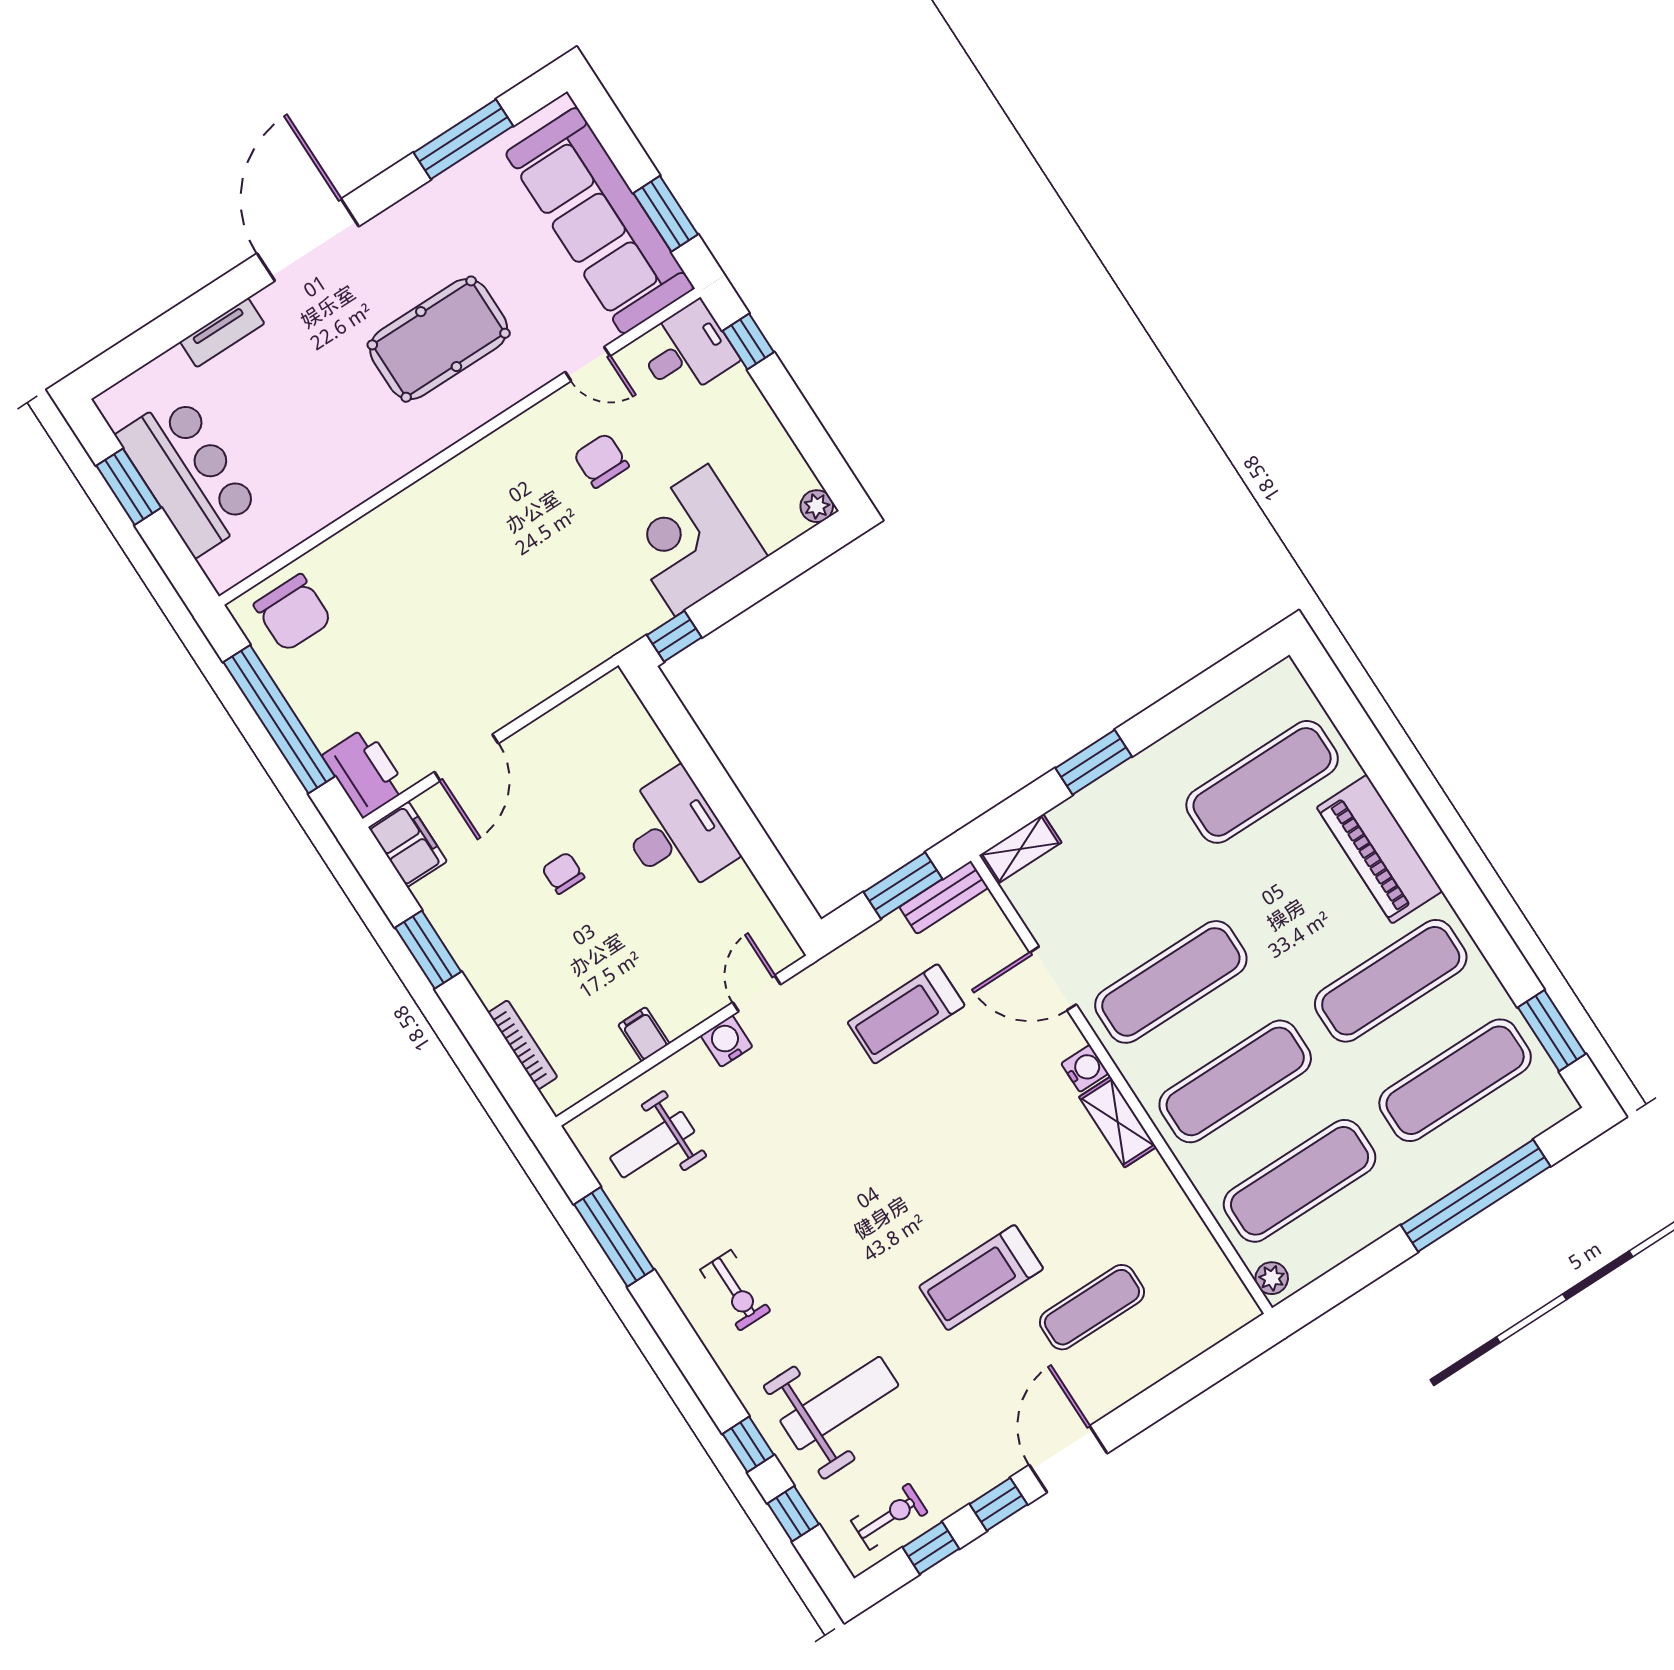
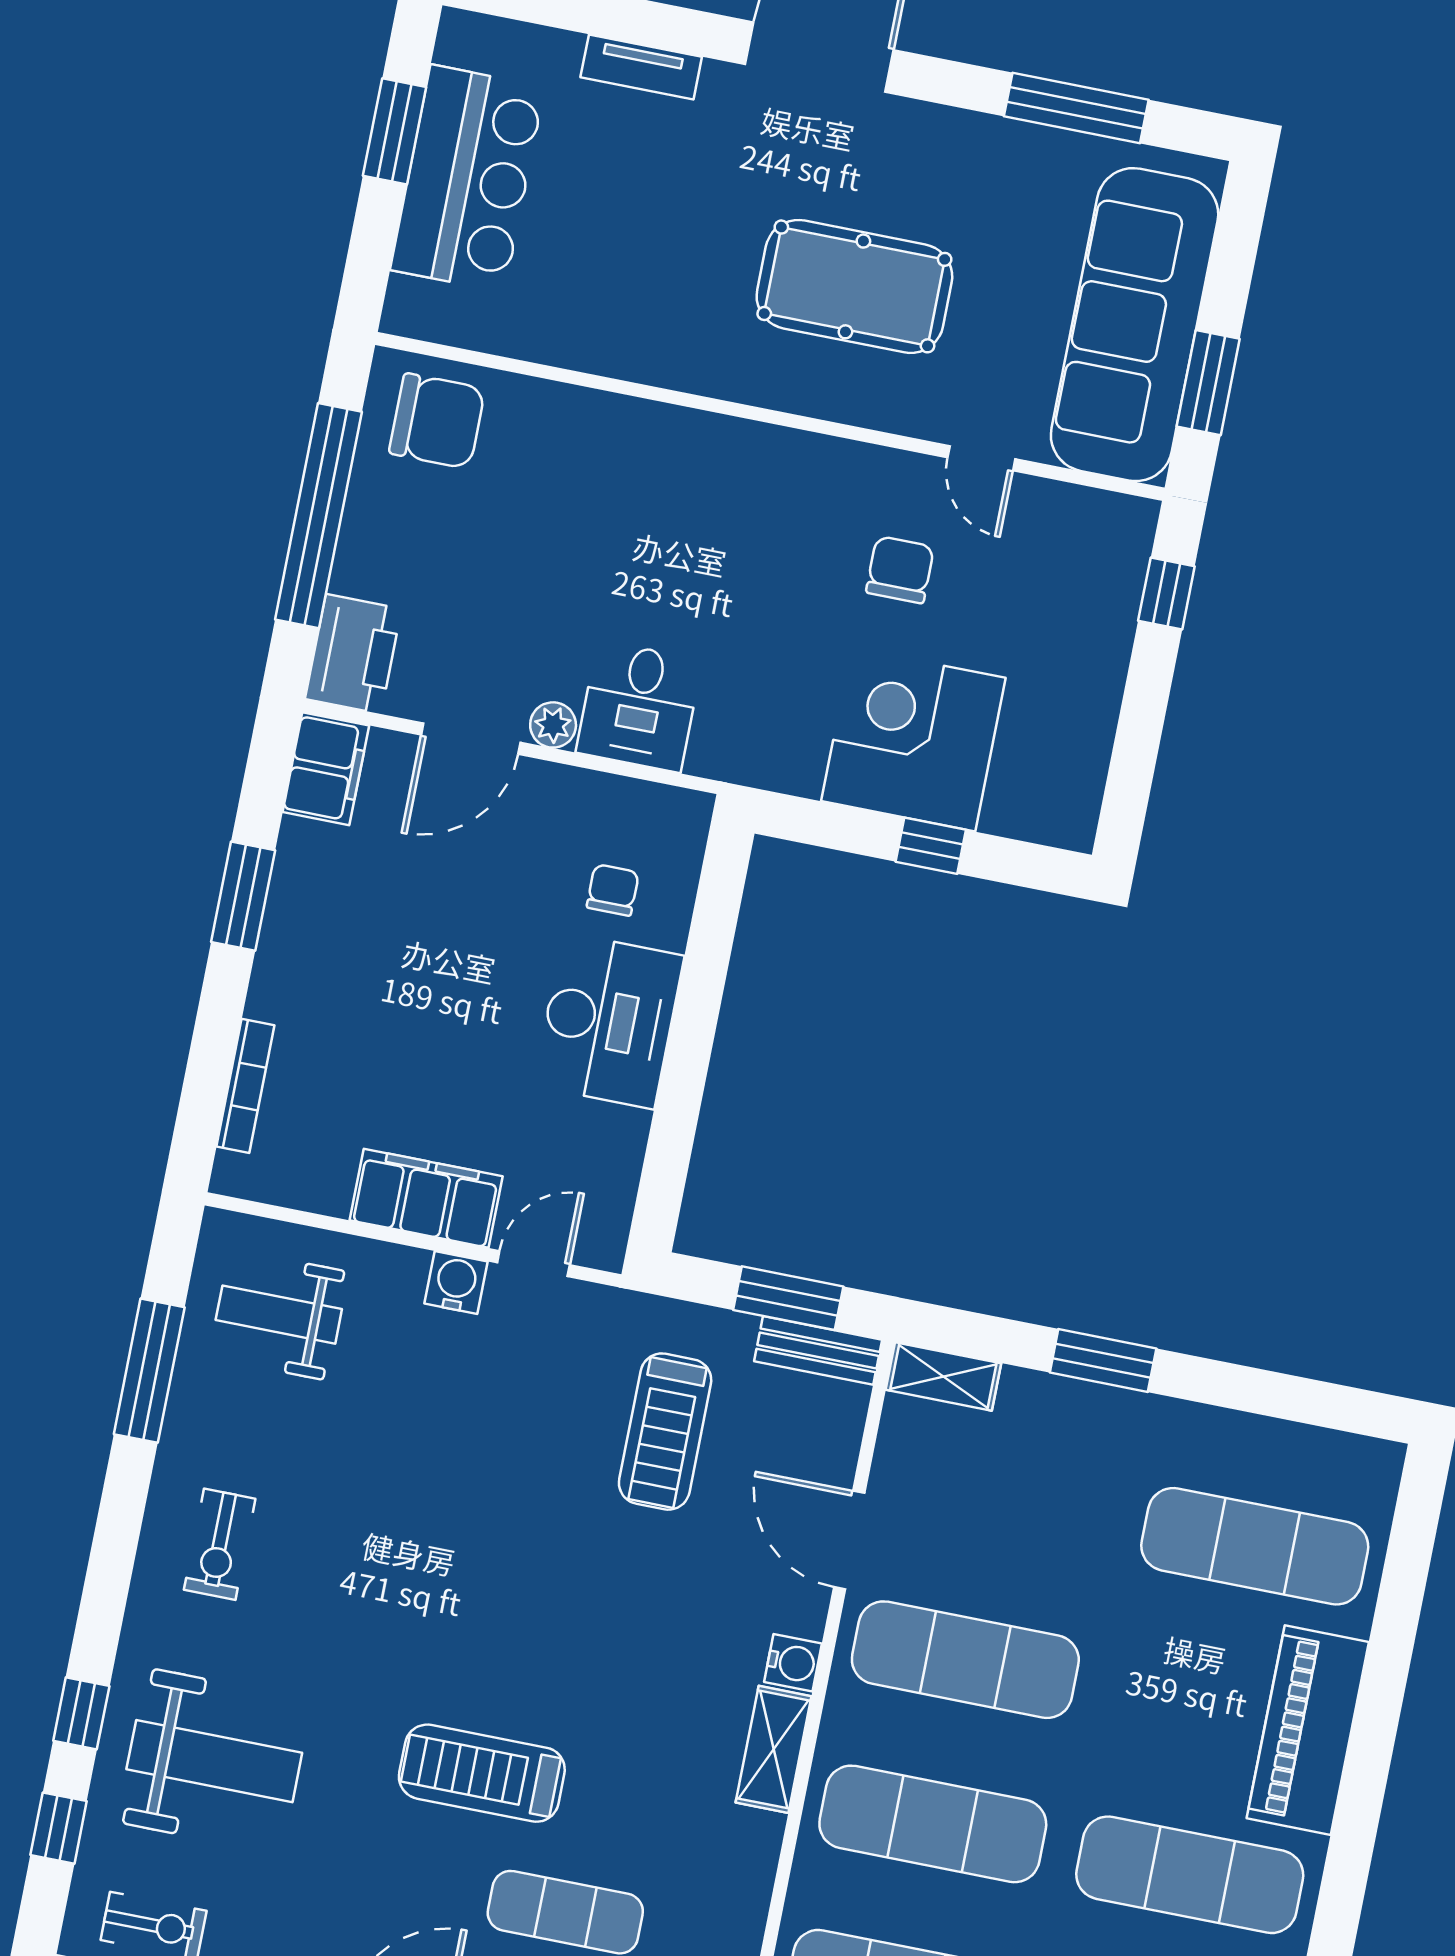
desk: (687, 351) -> (639, 706), moved, turned 90
plant: (817, 506) -> (553, 725), moved
chair: (293, 613) -> (437, 421), turned -90
window: (674, 636) -> (931, 846), moved
chair: (563, 873) -> (613, 890), moved
treadmill: (906, 1014) -> (665, 1432), turned -90
filing cabinet: (644, 1034) -> (426, 1198), width x3.00, depth x1.17

